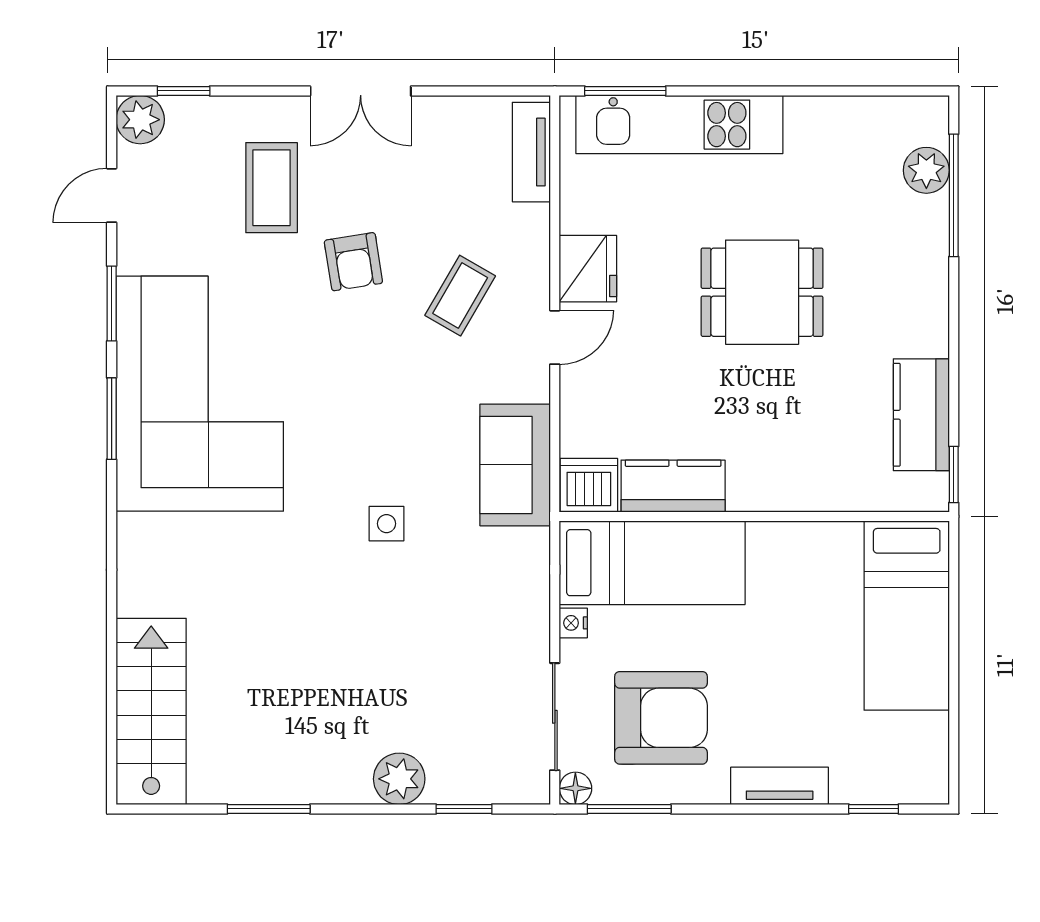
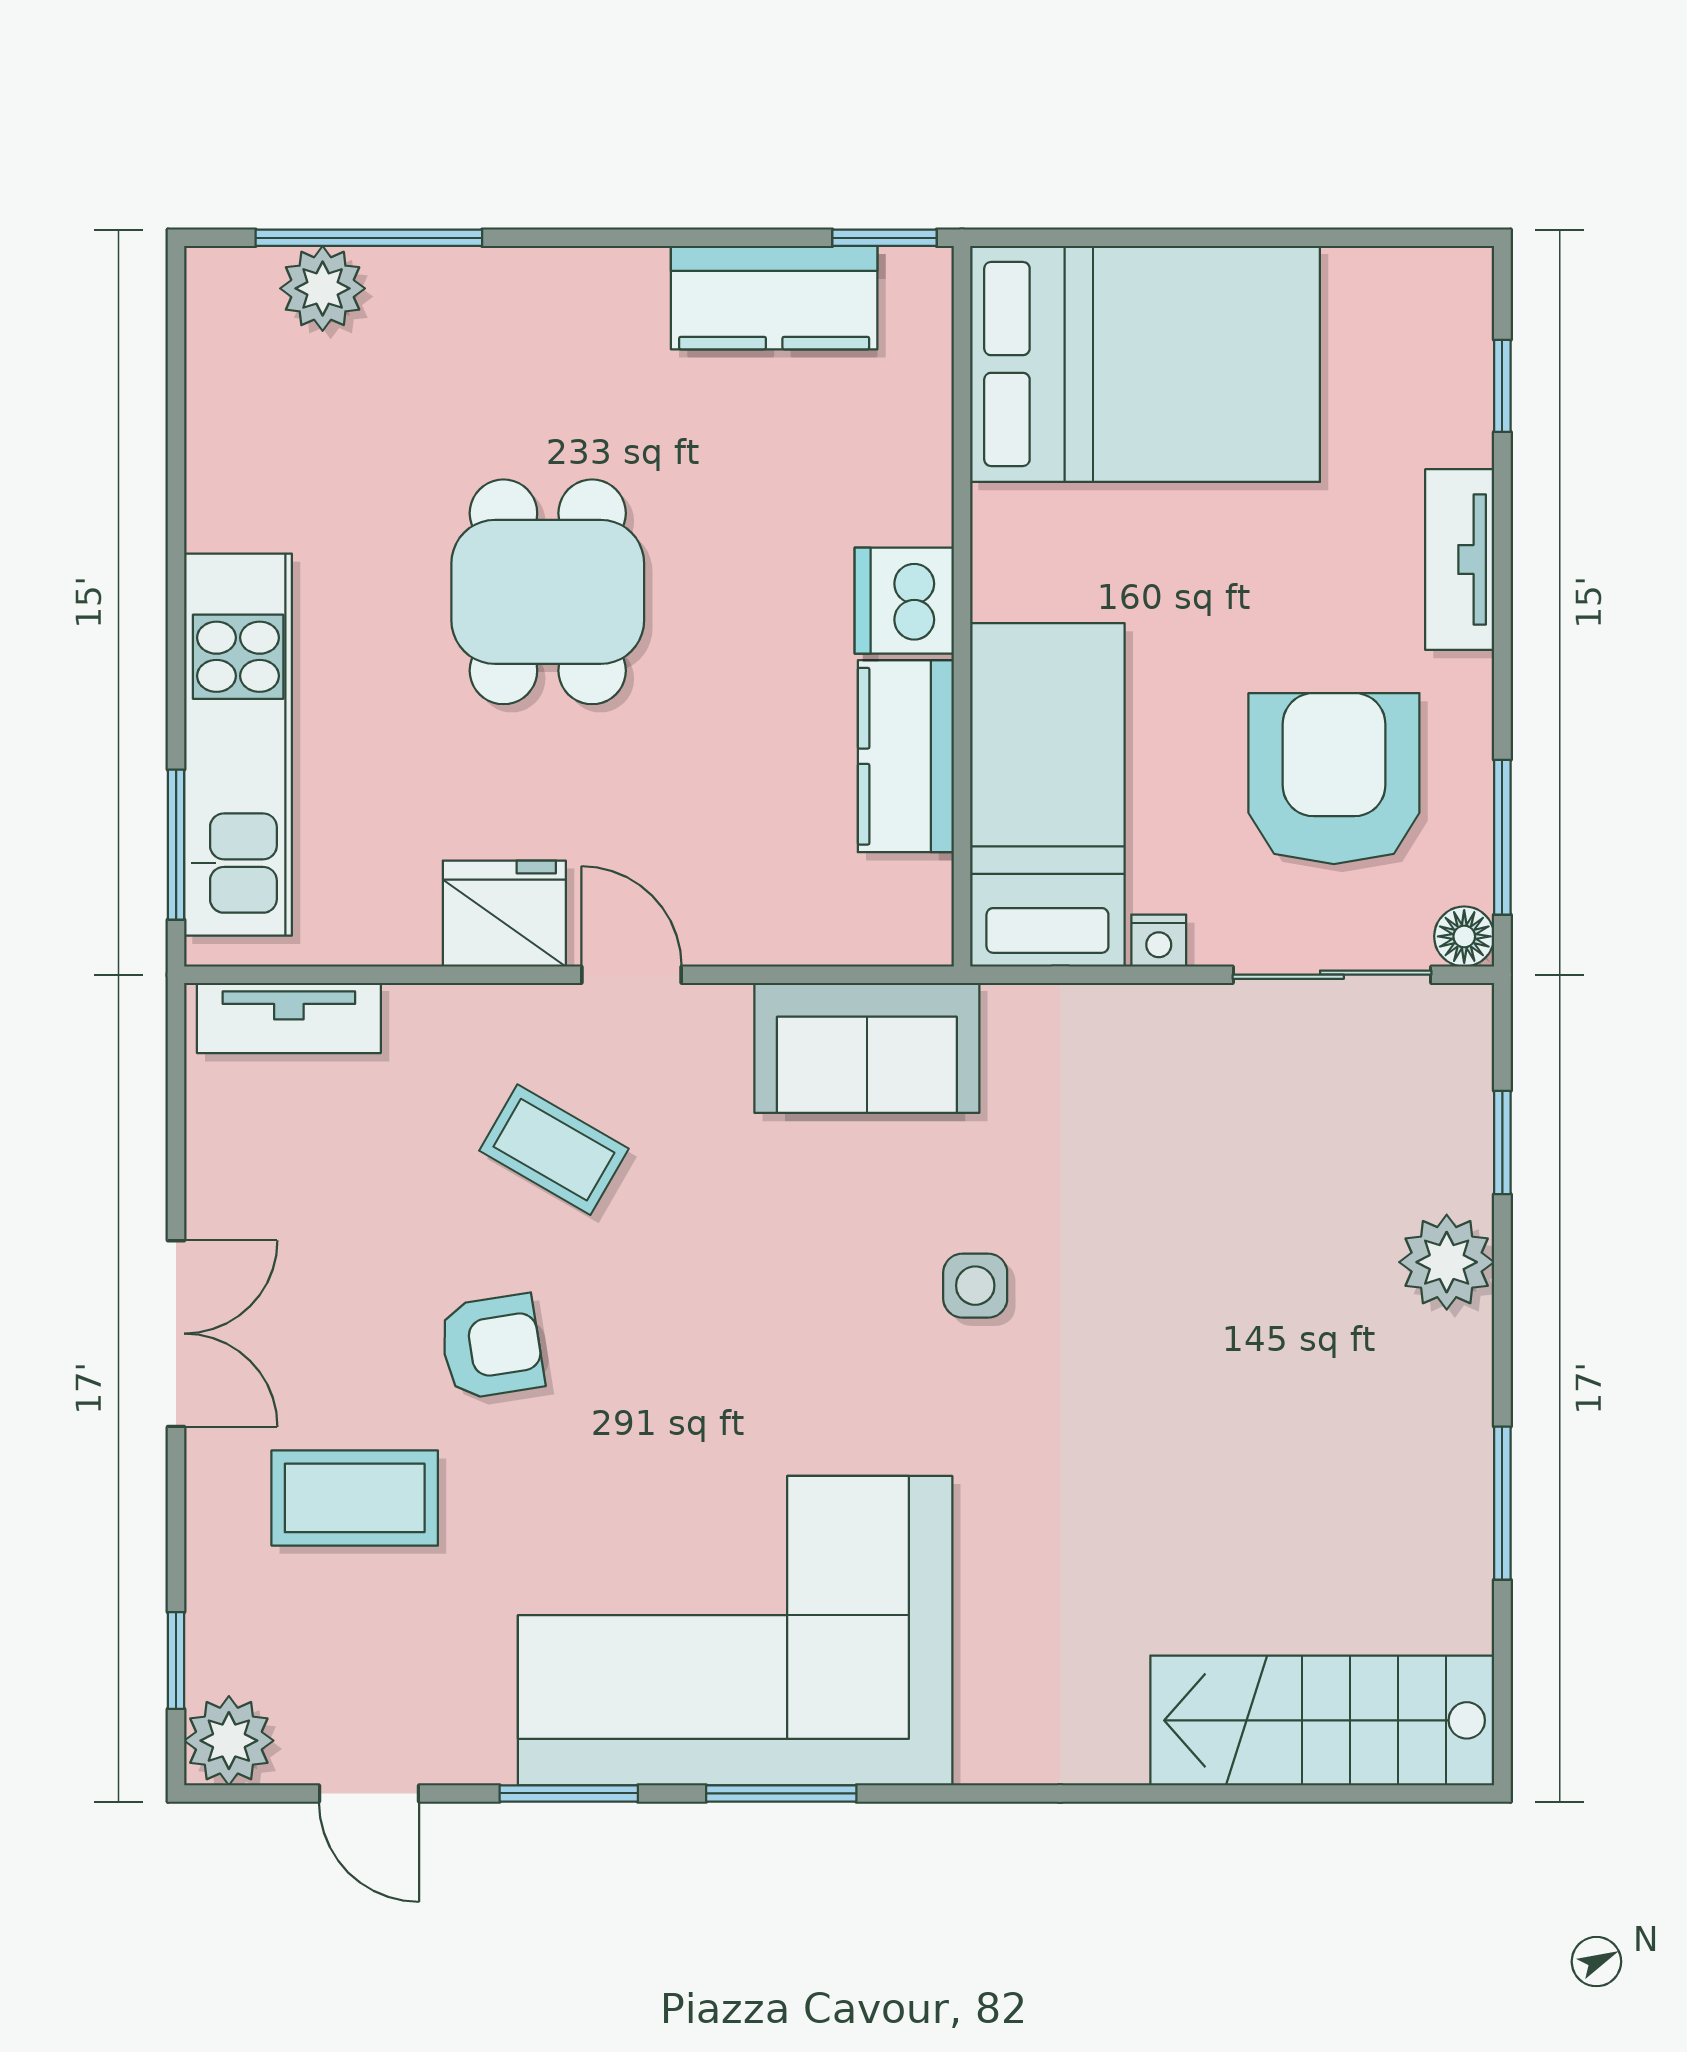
dishwasher: (589, 485) -> (904, 601), moved
bed: (907, 616) -> (1145, 364), width x1.50

